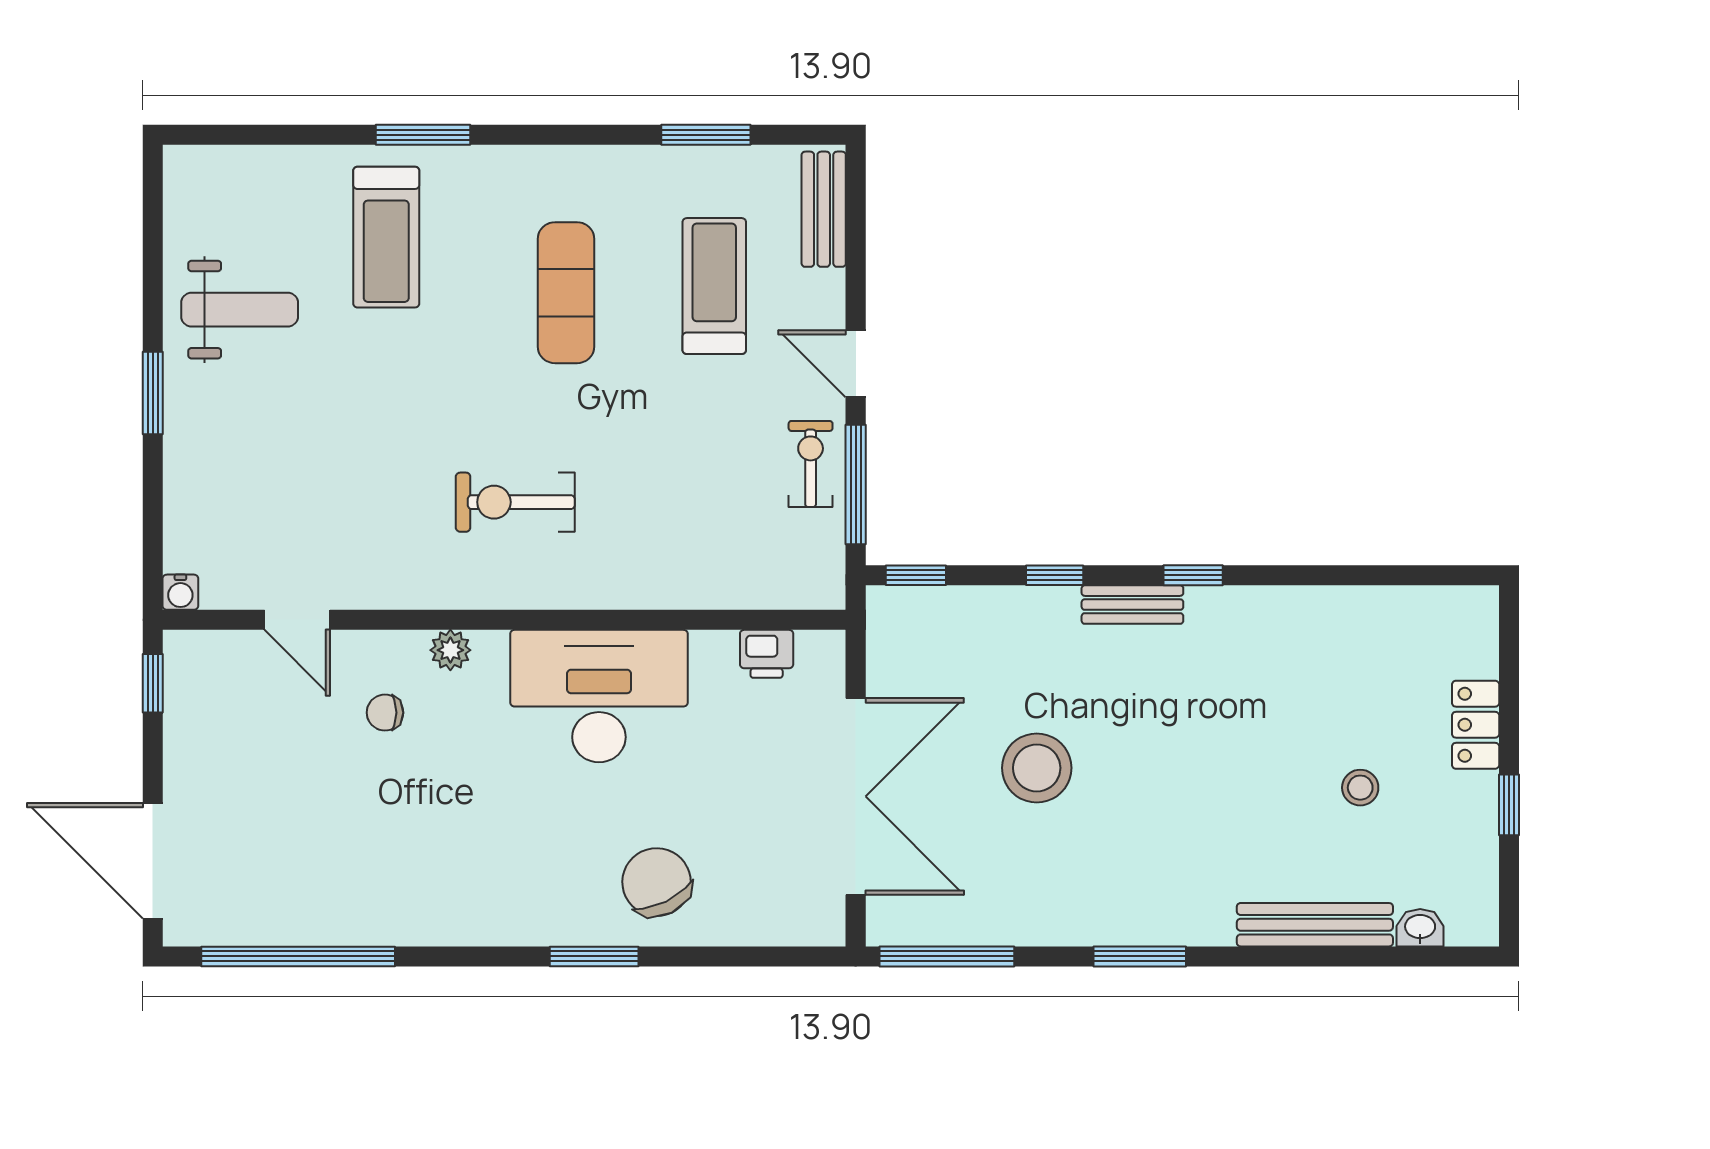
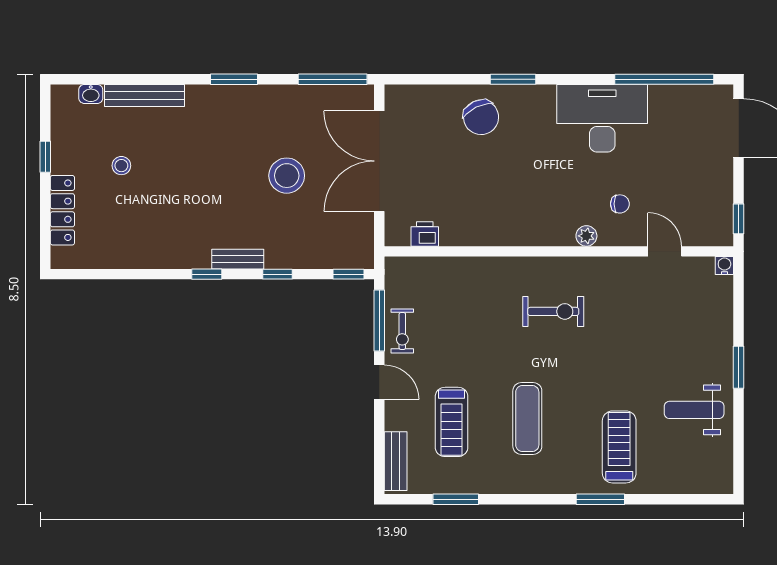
desk: (599, 696) -> (602, 118), moved, turned 180
locker: (1476, 725) -> (62, 210), width x1.53

